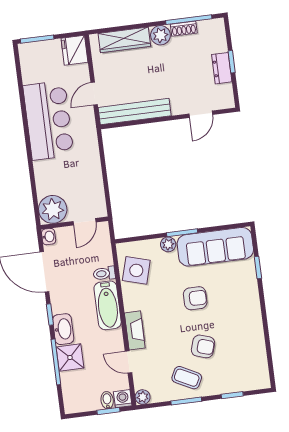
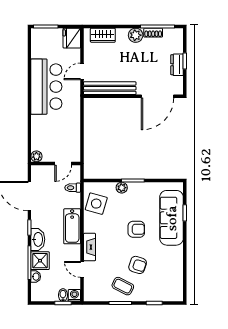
wardrobe: (124, 40) -> (103, 35), width x0.67
door: (201, 114) -> (158, 96), width x1.87
plant: (53, 209) -> (36, 156), width x0.53, depth x0.53
washbasin: (49, 237) -> (36, 277), moved
sofa: (215, 247) -> (172, 218), moved, turned 90
toilet: (104, 273) -> (73, 188), moved
plant: (143, 397) -> (89, 296), removed

